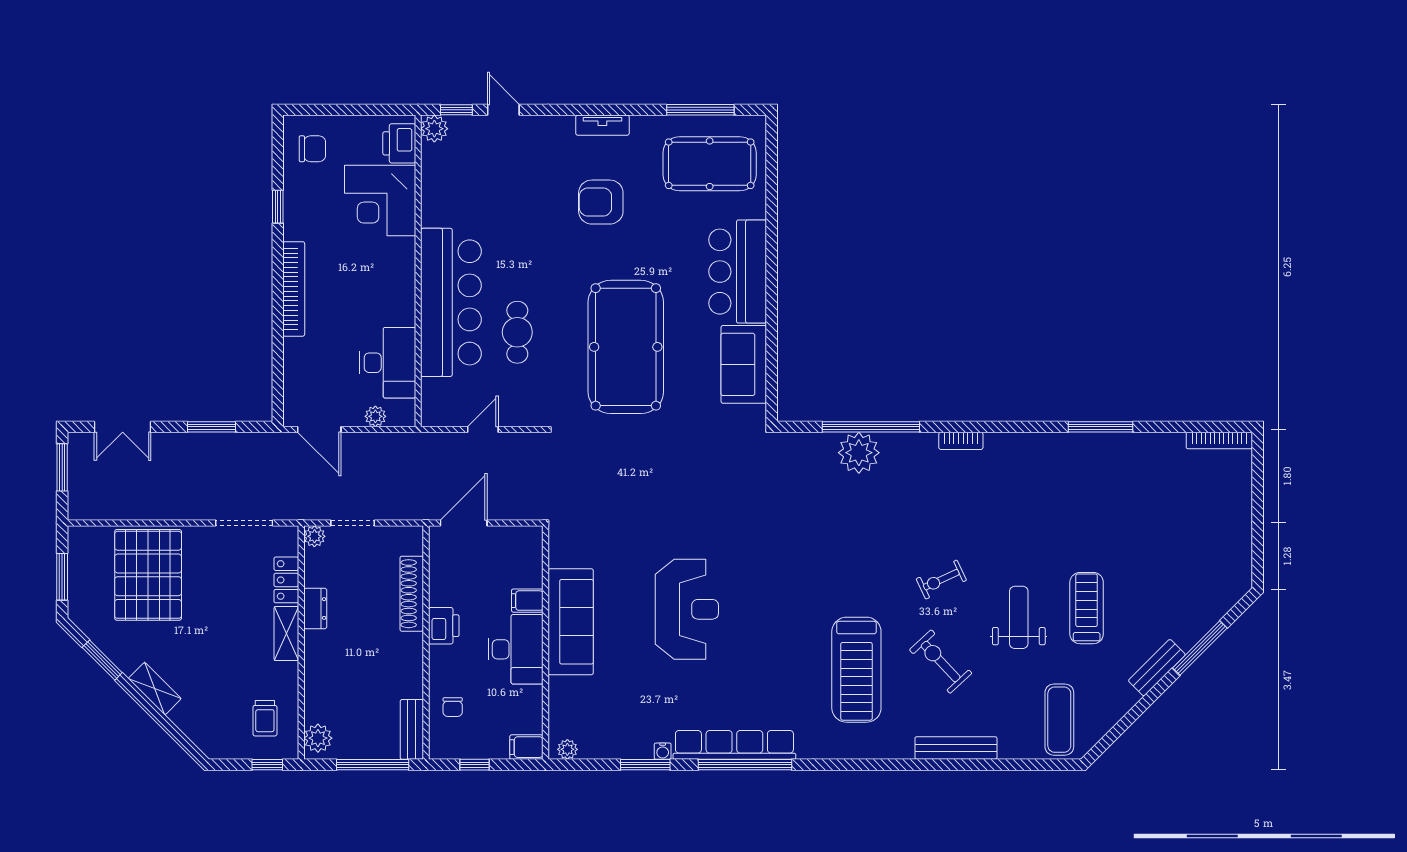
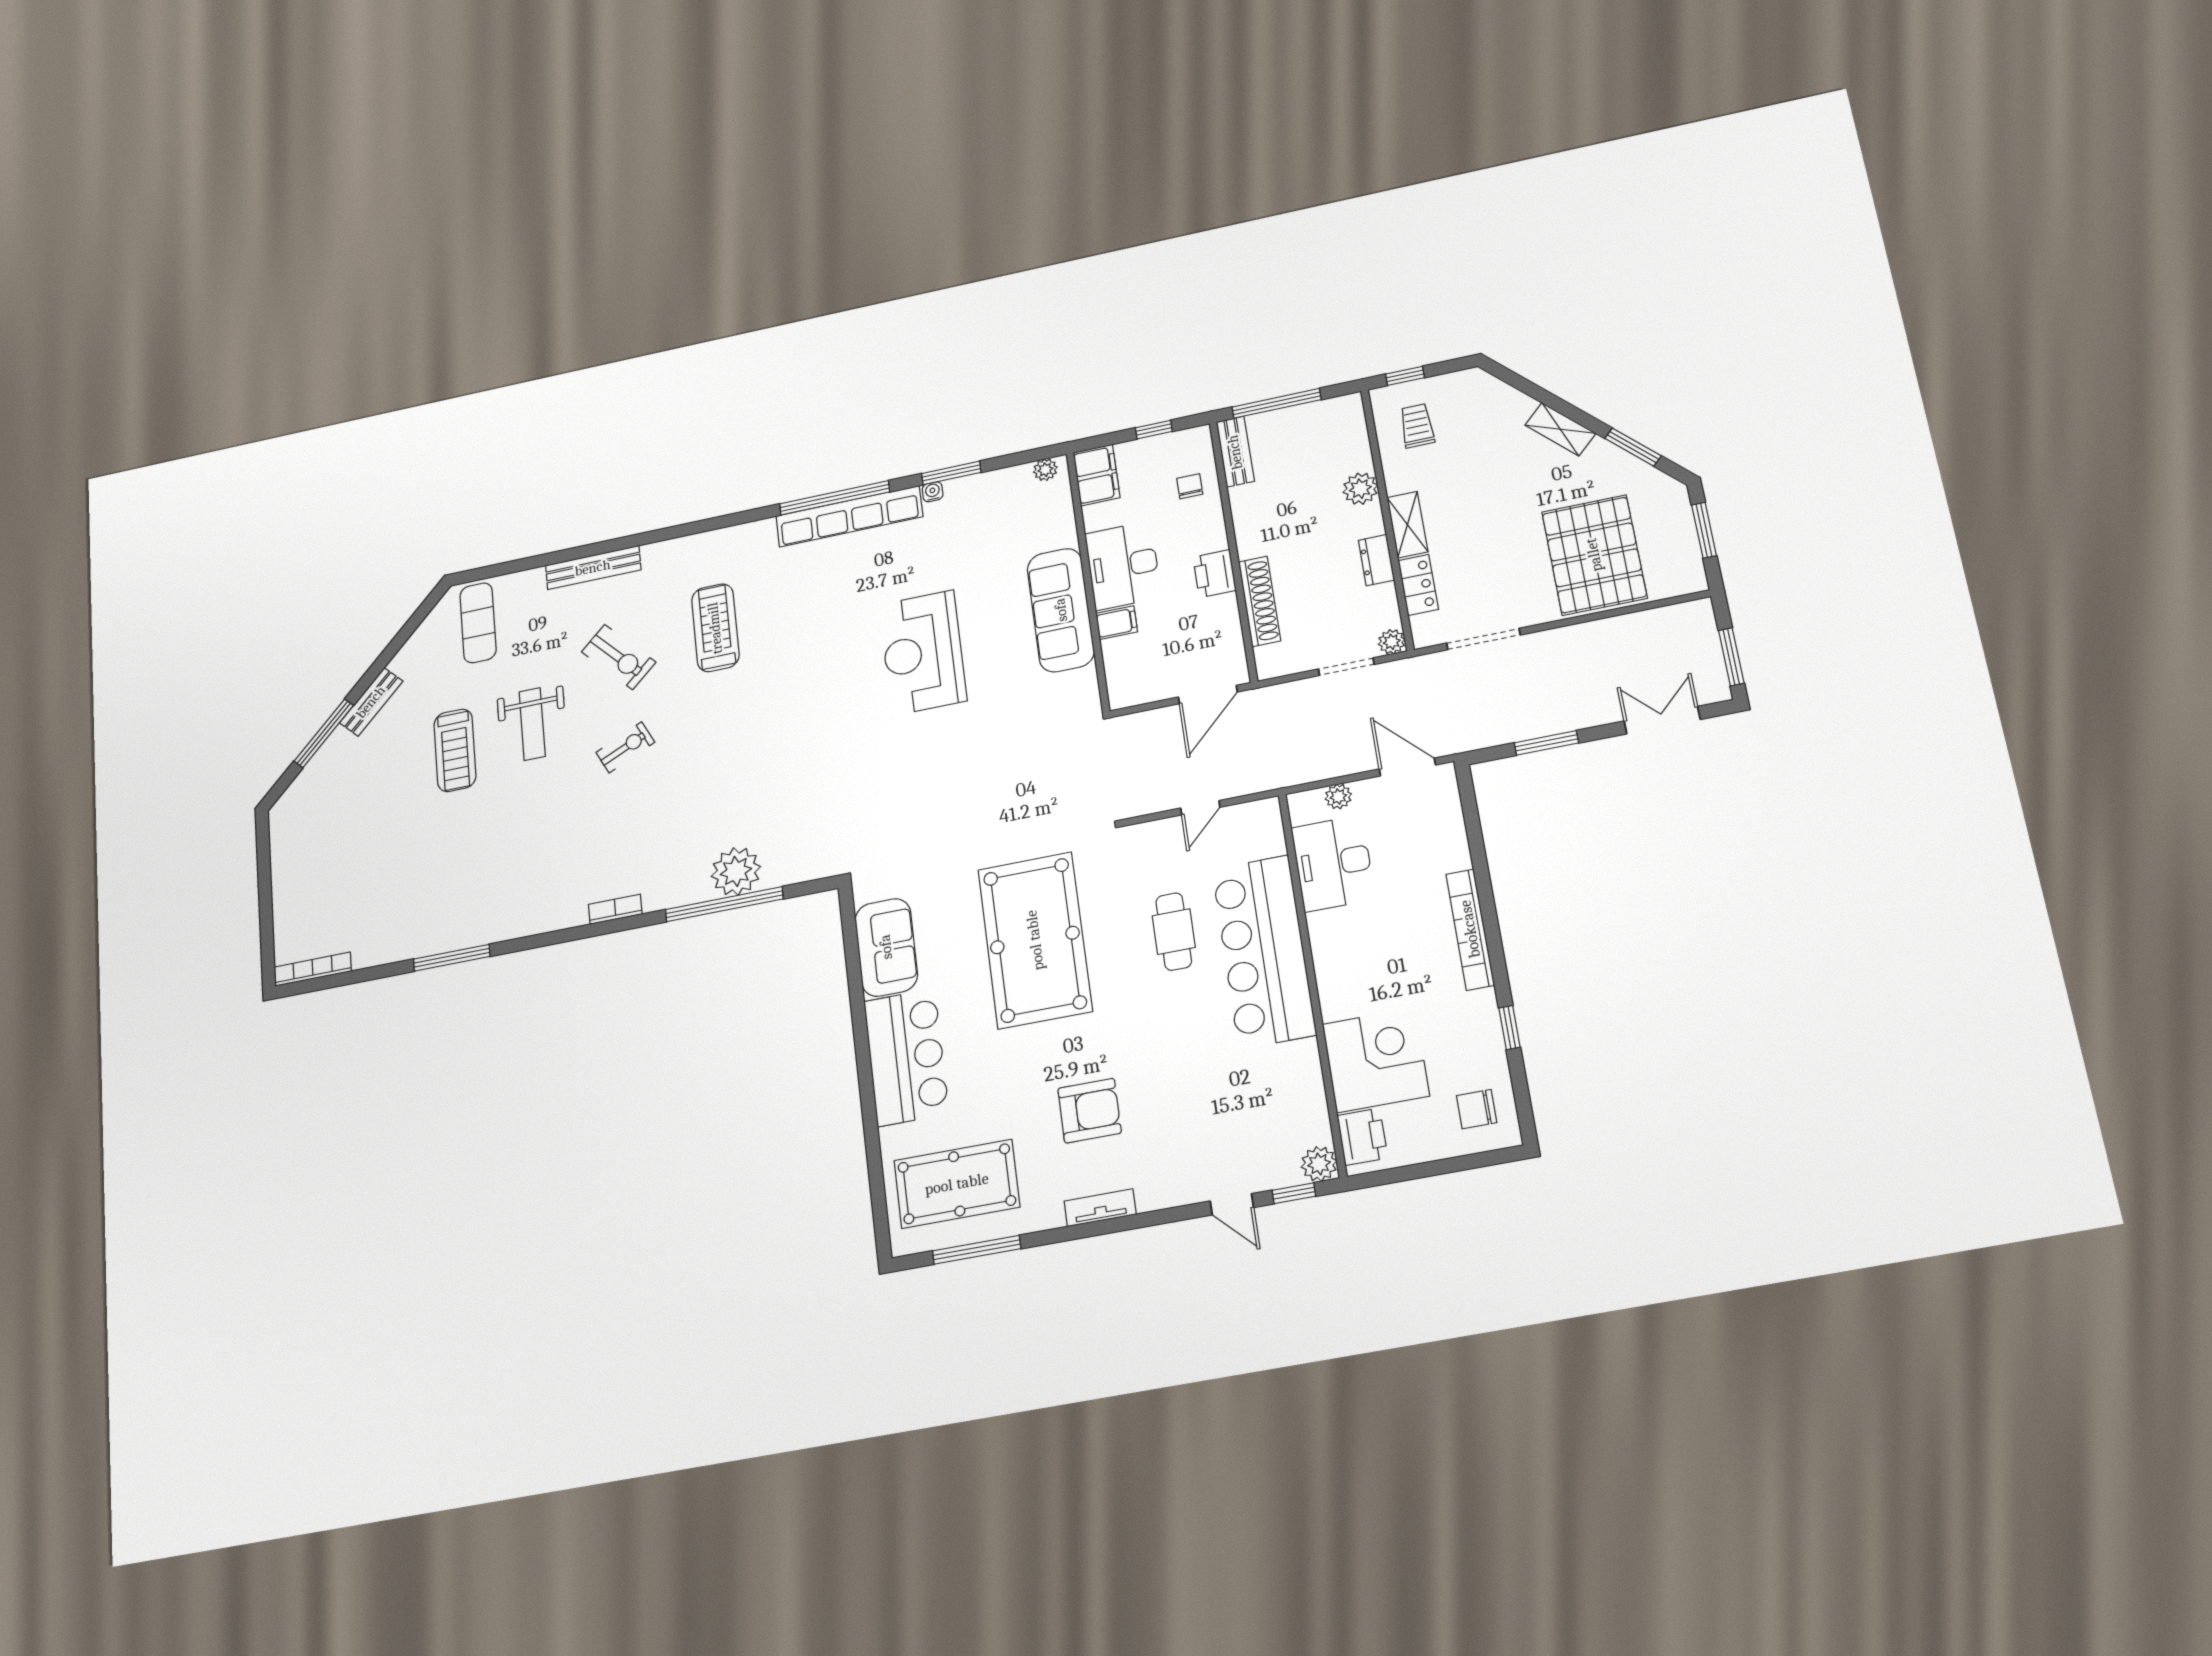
treadmill: (856, 670) -> (715, 628), width x0.73, depth x0.73
plant: (318, 738) -> (1360, 489), moved
filing cabinet: (526, 747) -> (1097, 475), width x2.00

